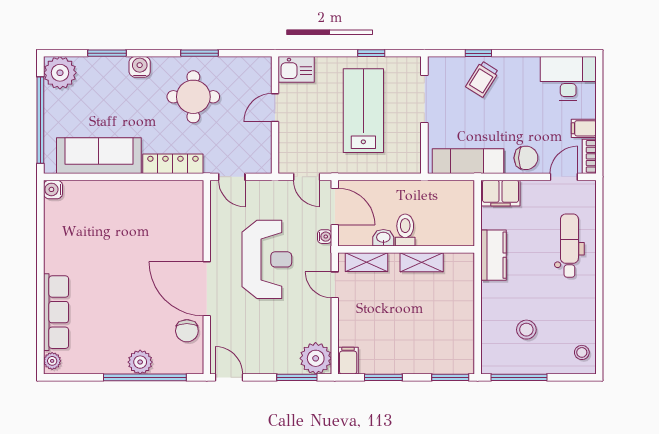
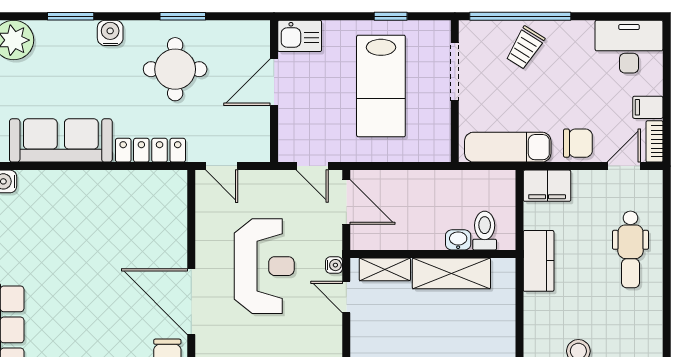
window: (478, 53) -> (520, 16), width x3.17
door: (275, 108) -> (274, 82), width x1.38
lab bench: (363, 111) -> (381, 86), turned 180
toilet: (405, 230) -> (485, 231), moved
water cooler: (325, 237) -> (334, 265), moved
washbasin: (383, 238) -> (458, 240), moved
dental chair: (569, 246) -> (631, 249), turned 180
shelving: (422, 262) -> (451, 273), width x1.50, depth x1.33

